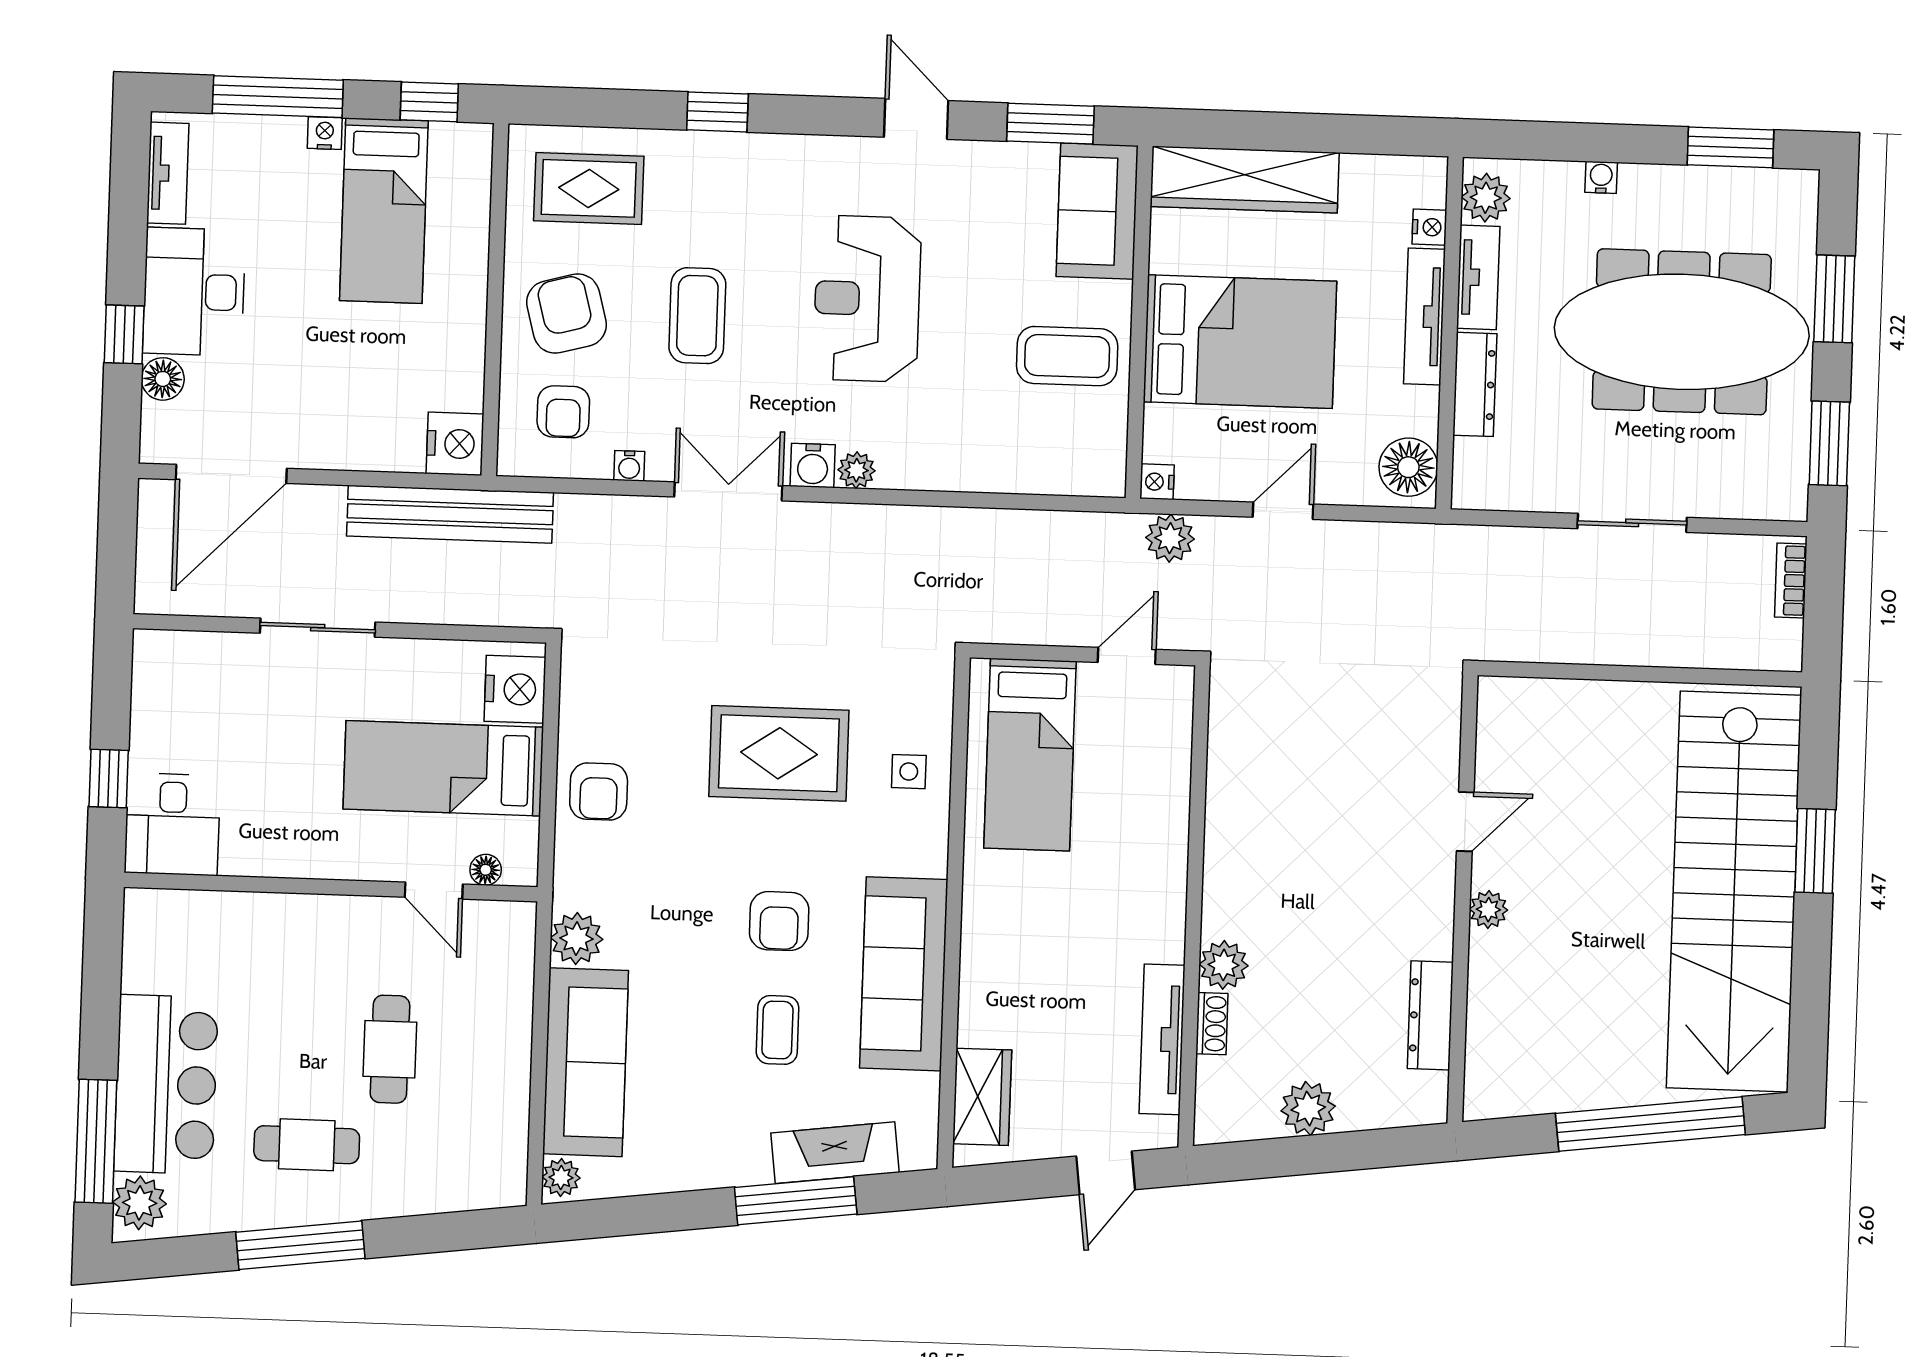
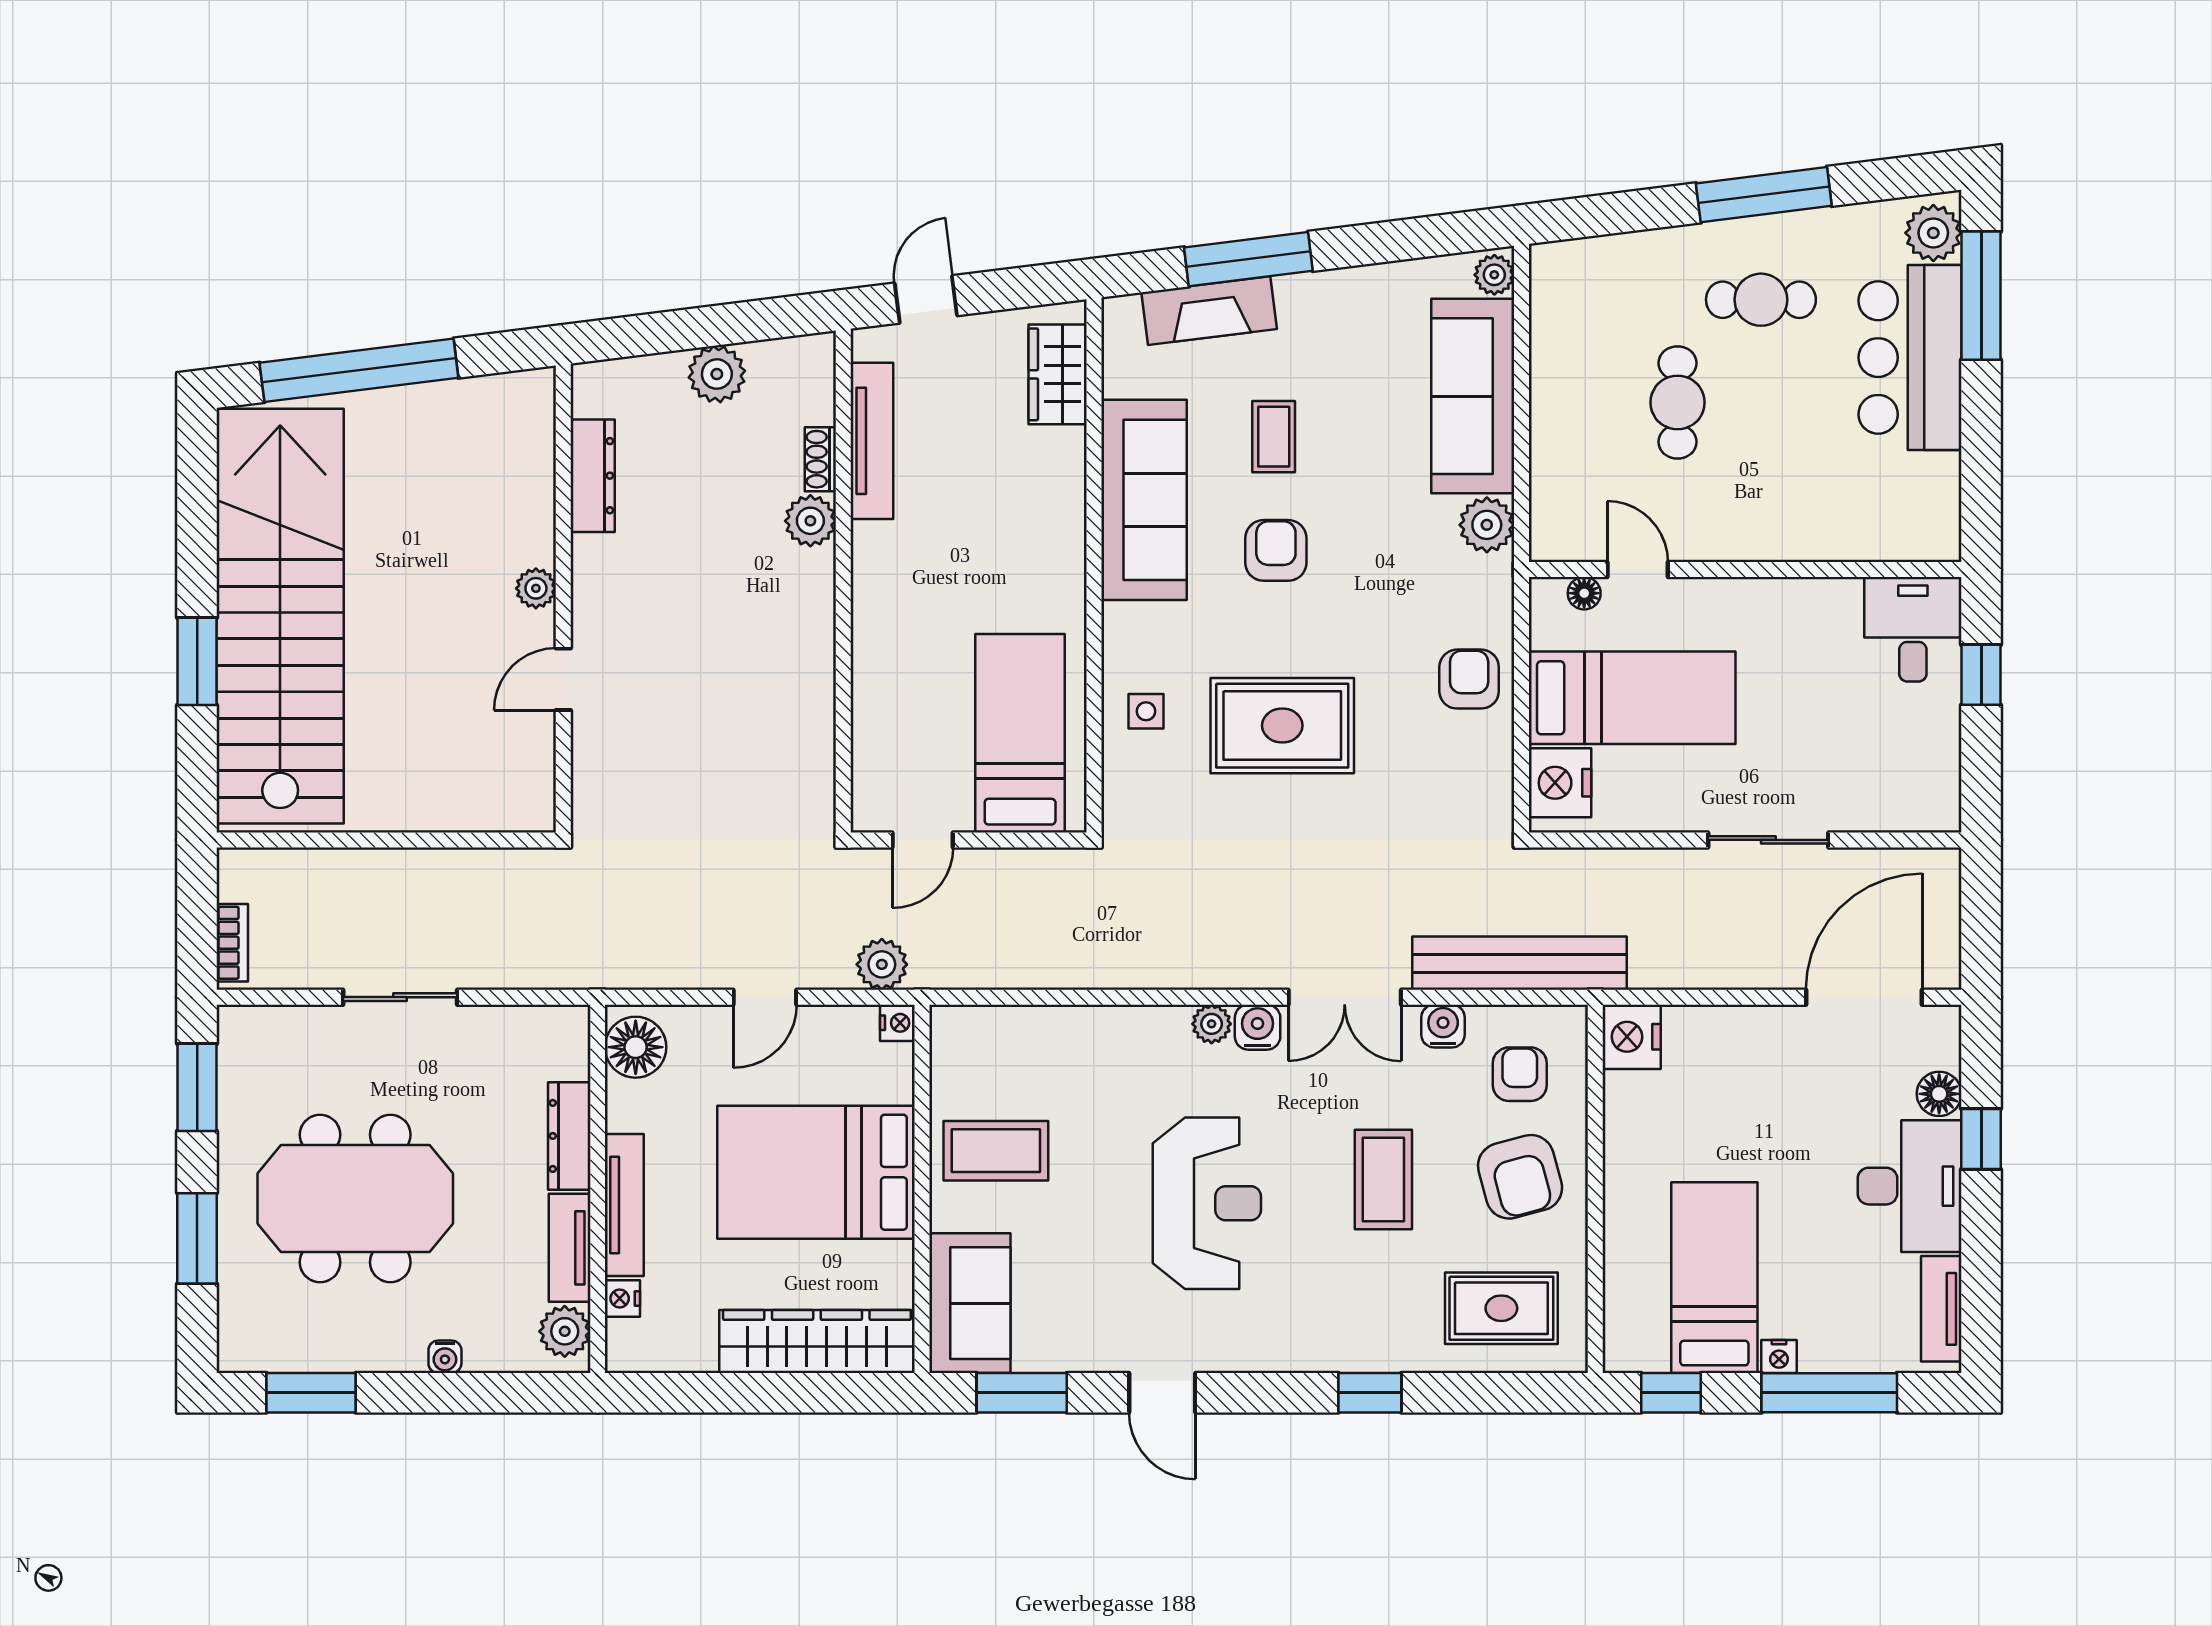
meeting table: (1682, 332) -> (355, 1198), width x0.73
water cooler: (629, 466) -> (1443, 1026), width x1.38, depth x1.38
bench: (450, 514) -> (1520, 963), moved

